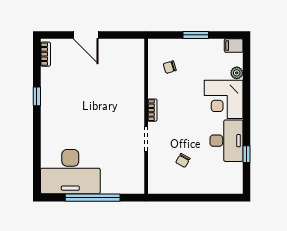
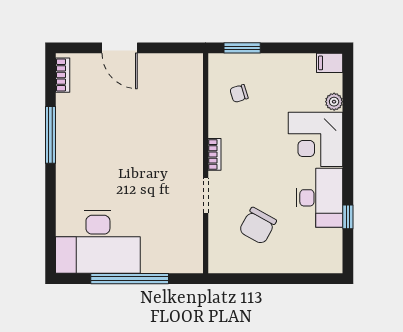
window: (196, 35) -> (242, 48), moved
window: (37, 96) -> (51, 135), width x2.17
chair: (183, 160) -> (258, 226), width x1.87, depth x1.87

